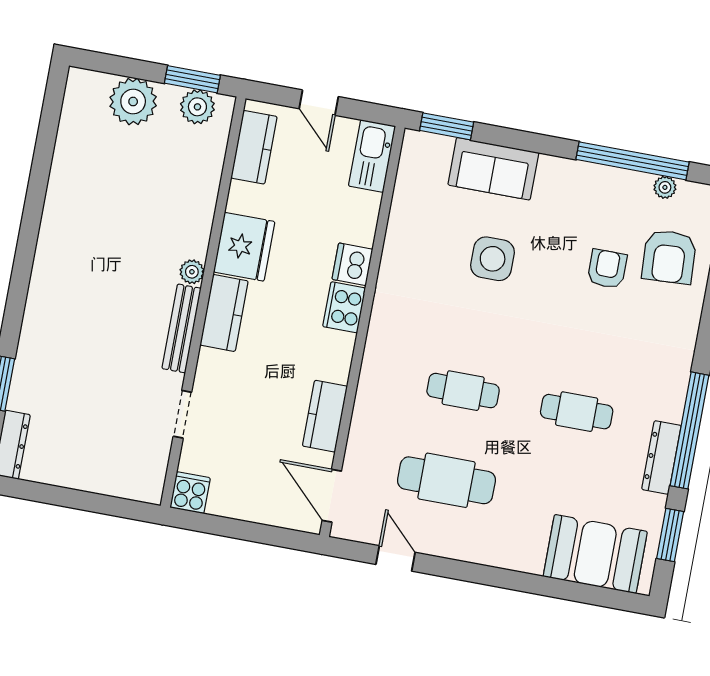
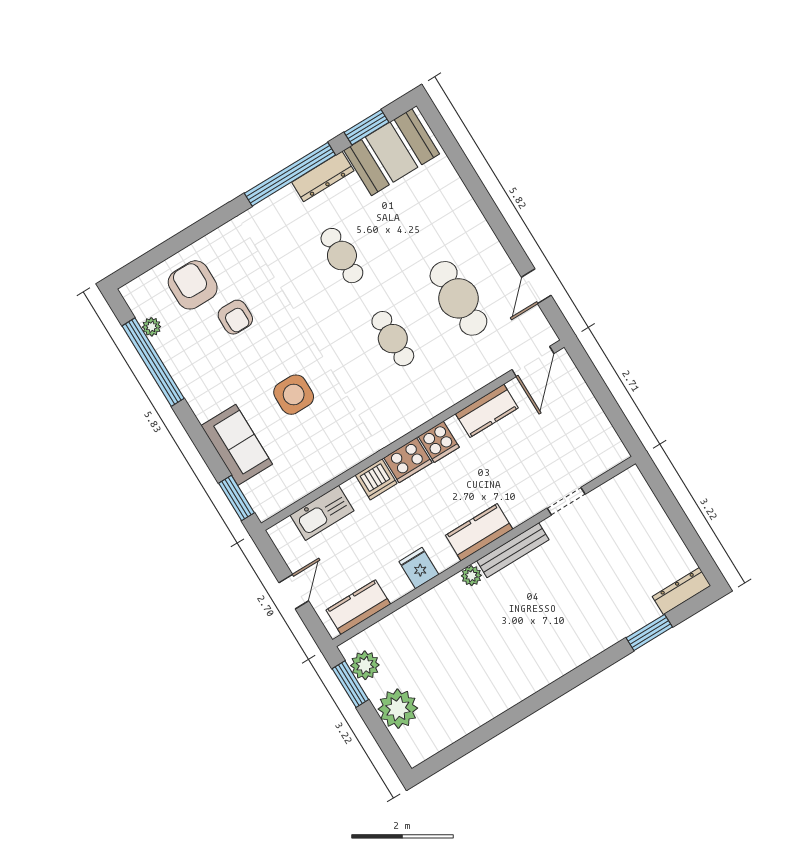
kitchen sink: (372, 156) -> (322, 513), moved
fridge: (244, 247) -> (419, 568), width x0.53, depth x0.75
armchair: (669, 257) -> (193, 285), turned -87
armchair: (607, 269) -> (235, 317), turned -90
cooker: (190, 493) -> (439, 442), moved, turned -90
booth: (595, 554) -> (392, 152), moved, turned 90

